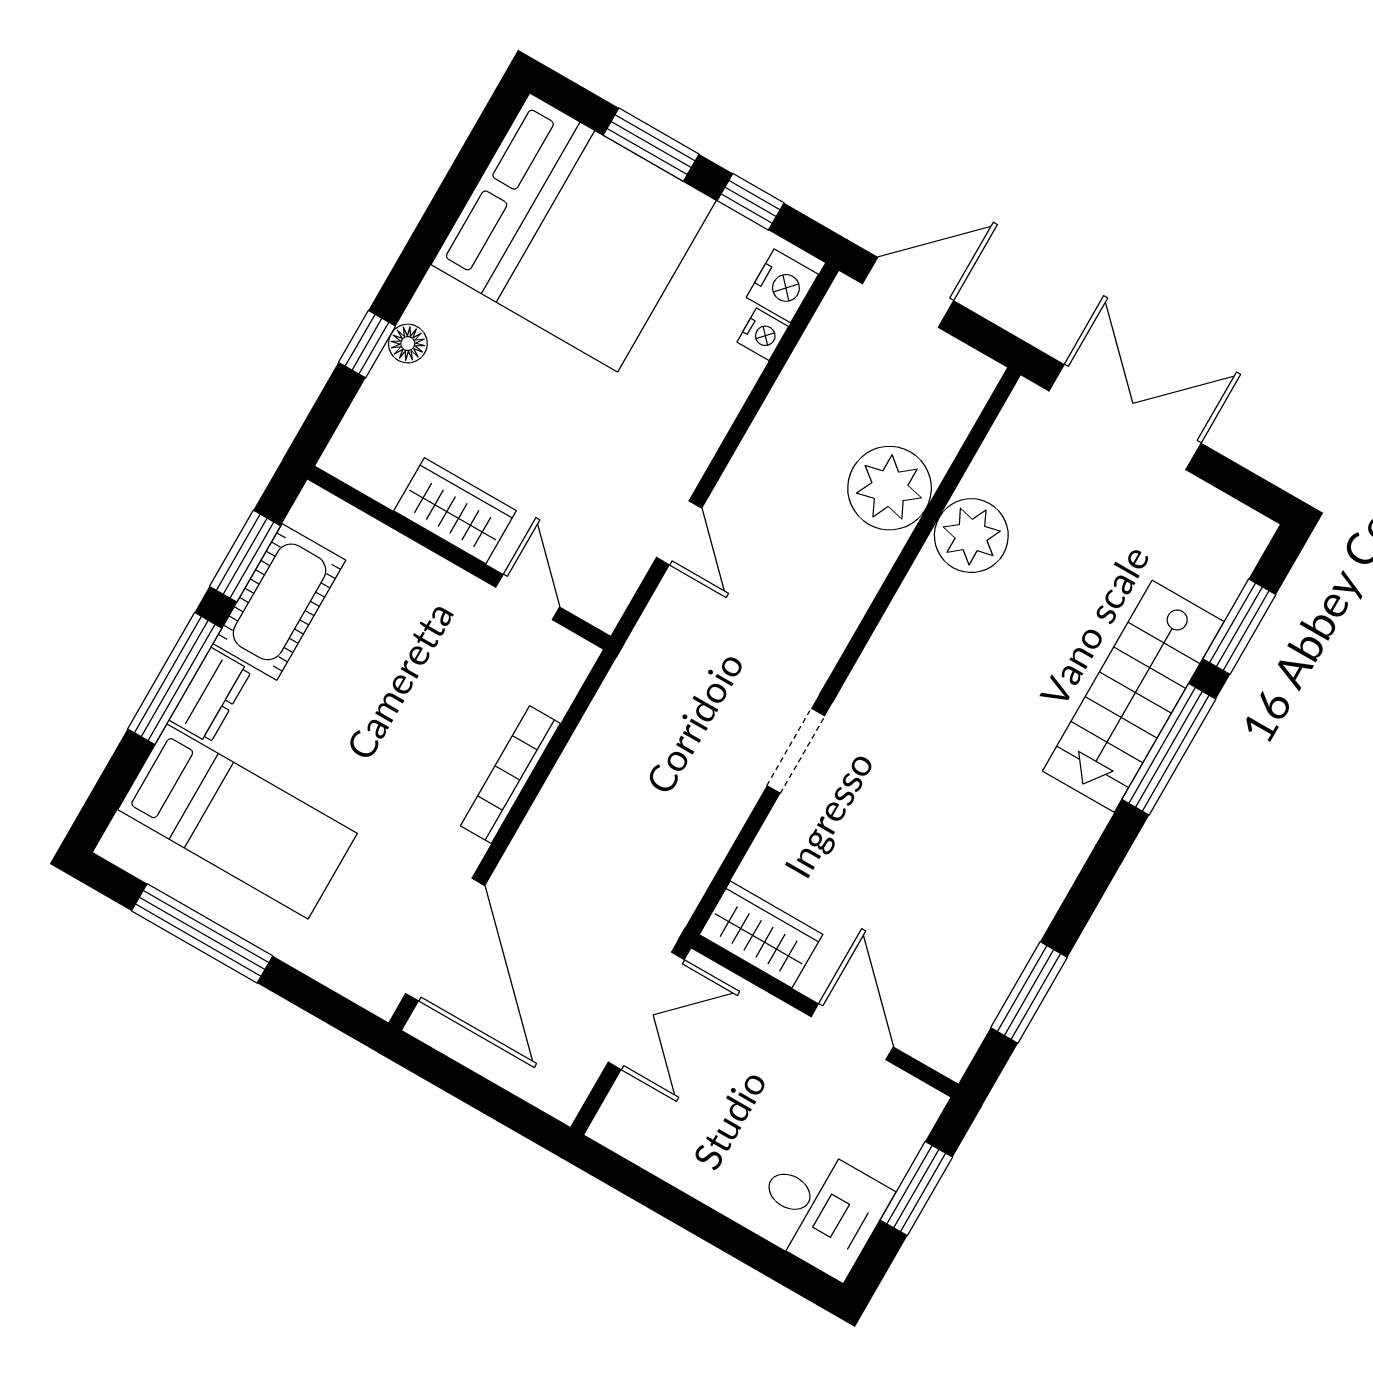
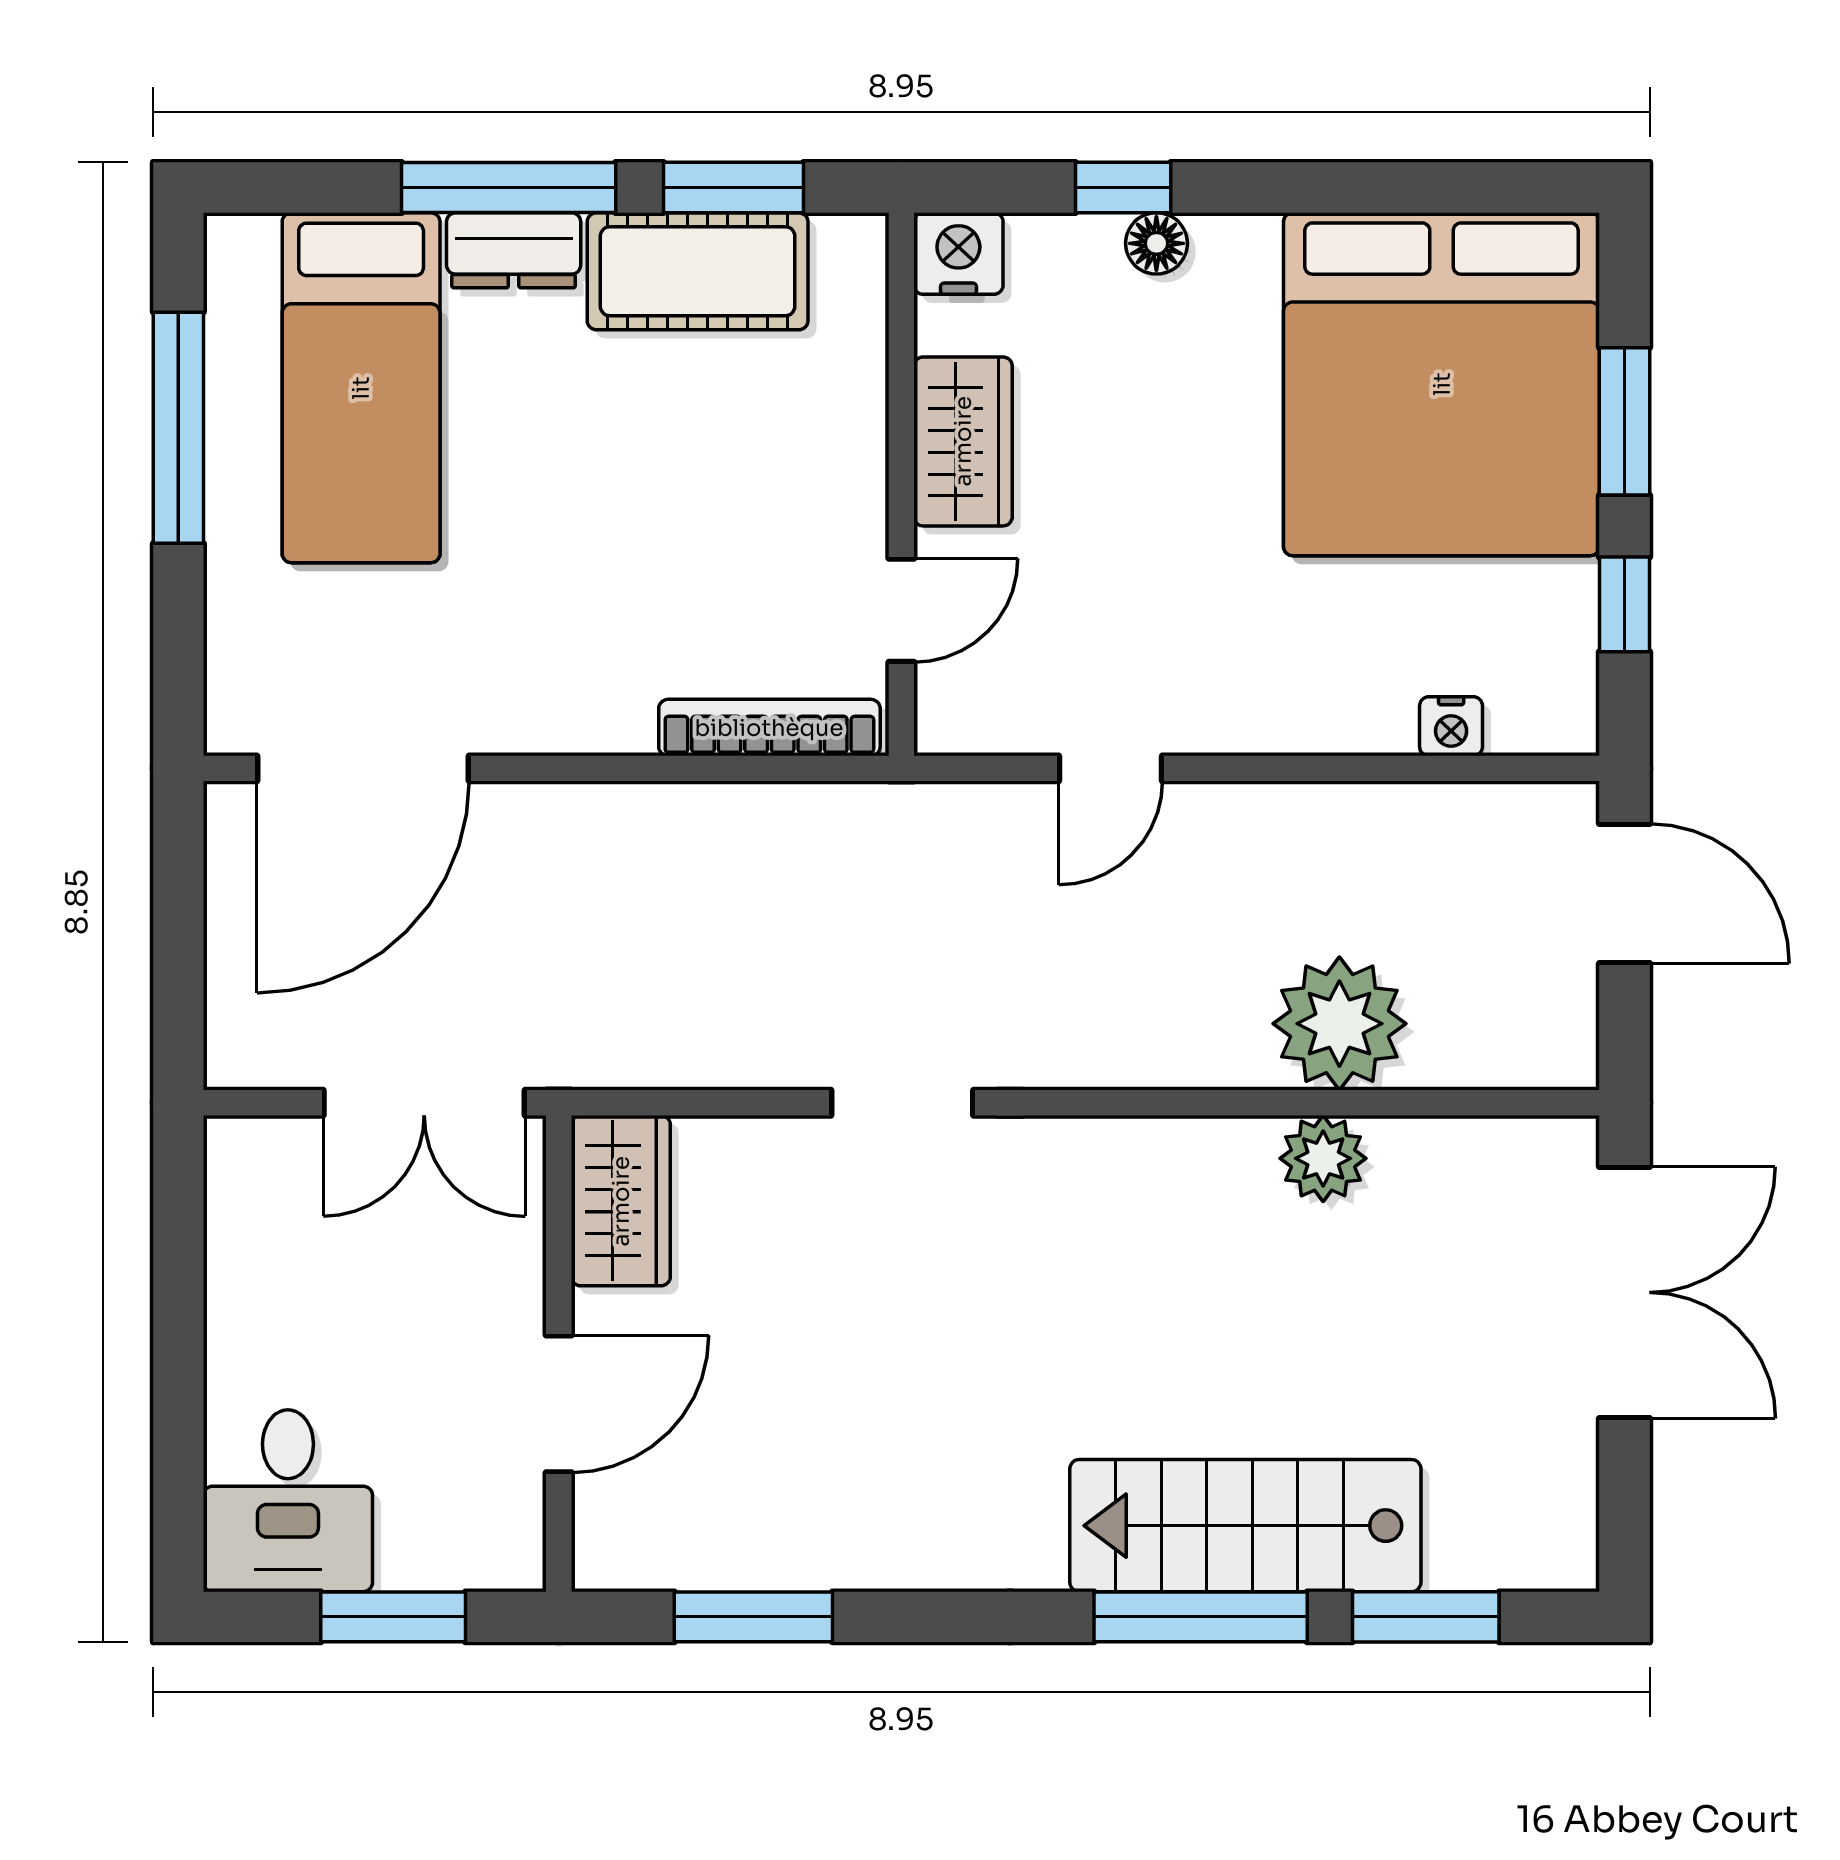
nightstand: (782, 286) -> (958, 253), moved, turned 180
plant: (971, 536) -> (1323, 1158), width x0.73, depth x0.73
bookcase: (510, 775) -> (769, 728), moved

